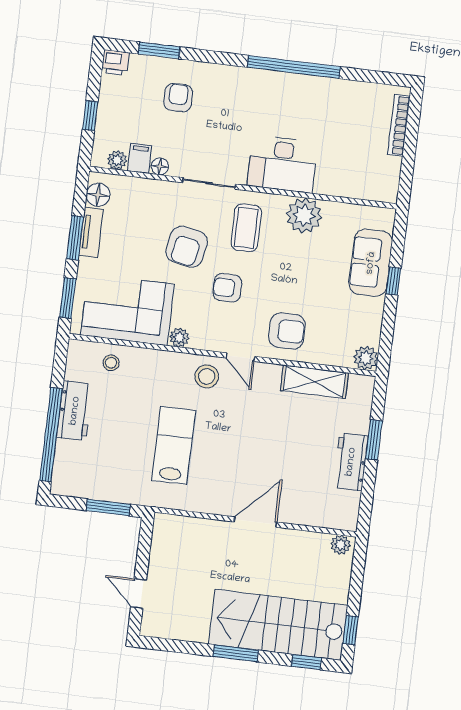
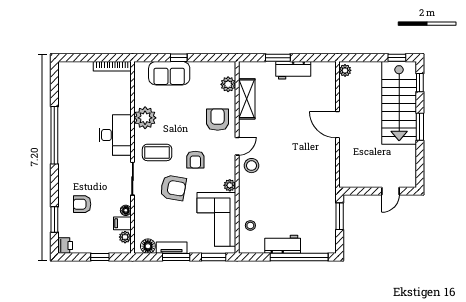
bookcase: (399, 125) -> (112, 66), moved
plant: (366, 358) -> (228, 84), moved
lab bench: (174, 446) -> (297, 181), removed

